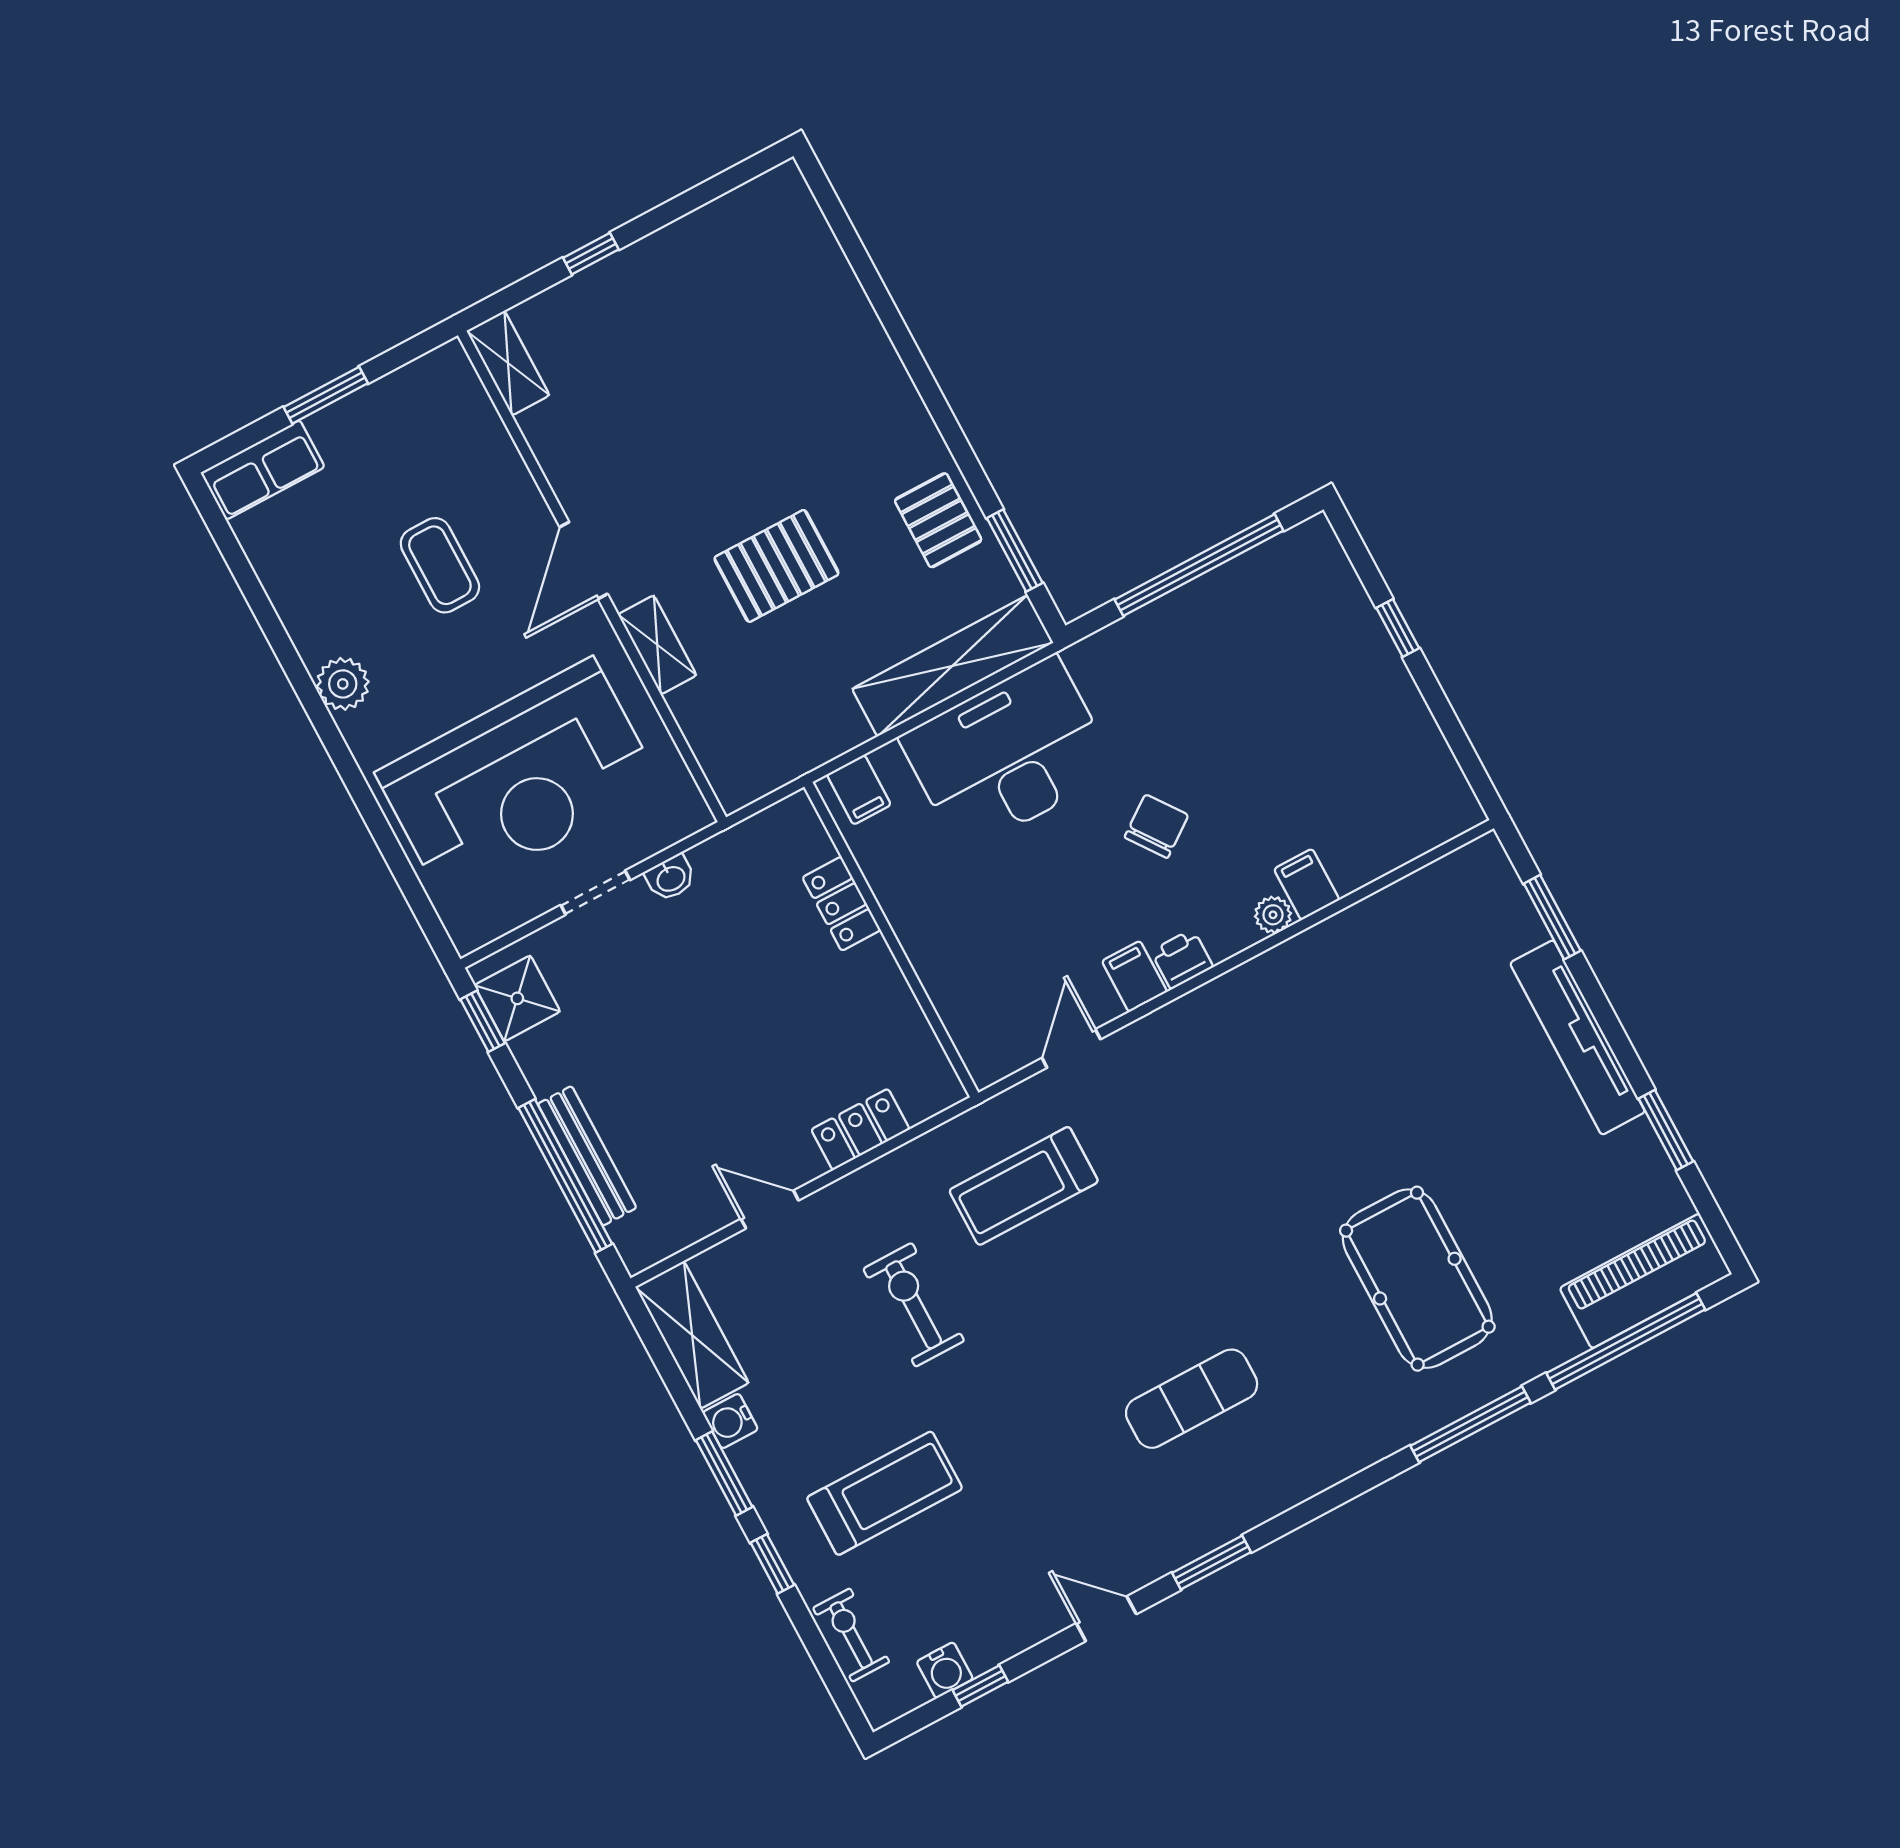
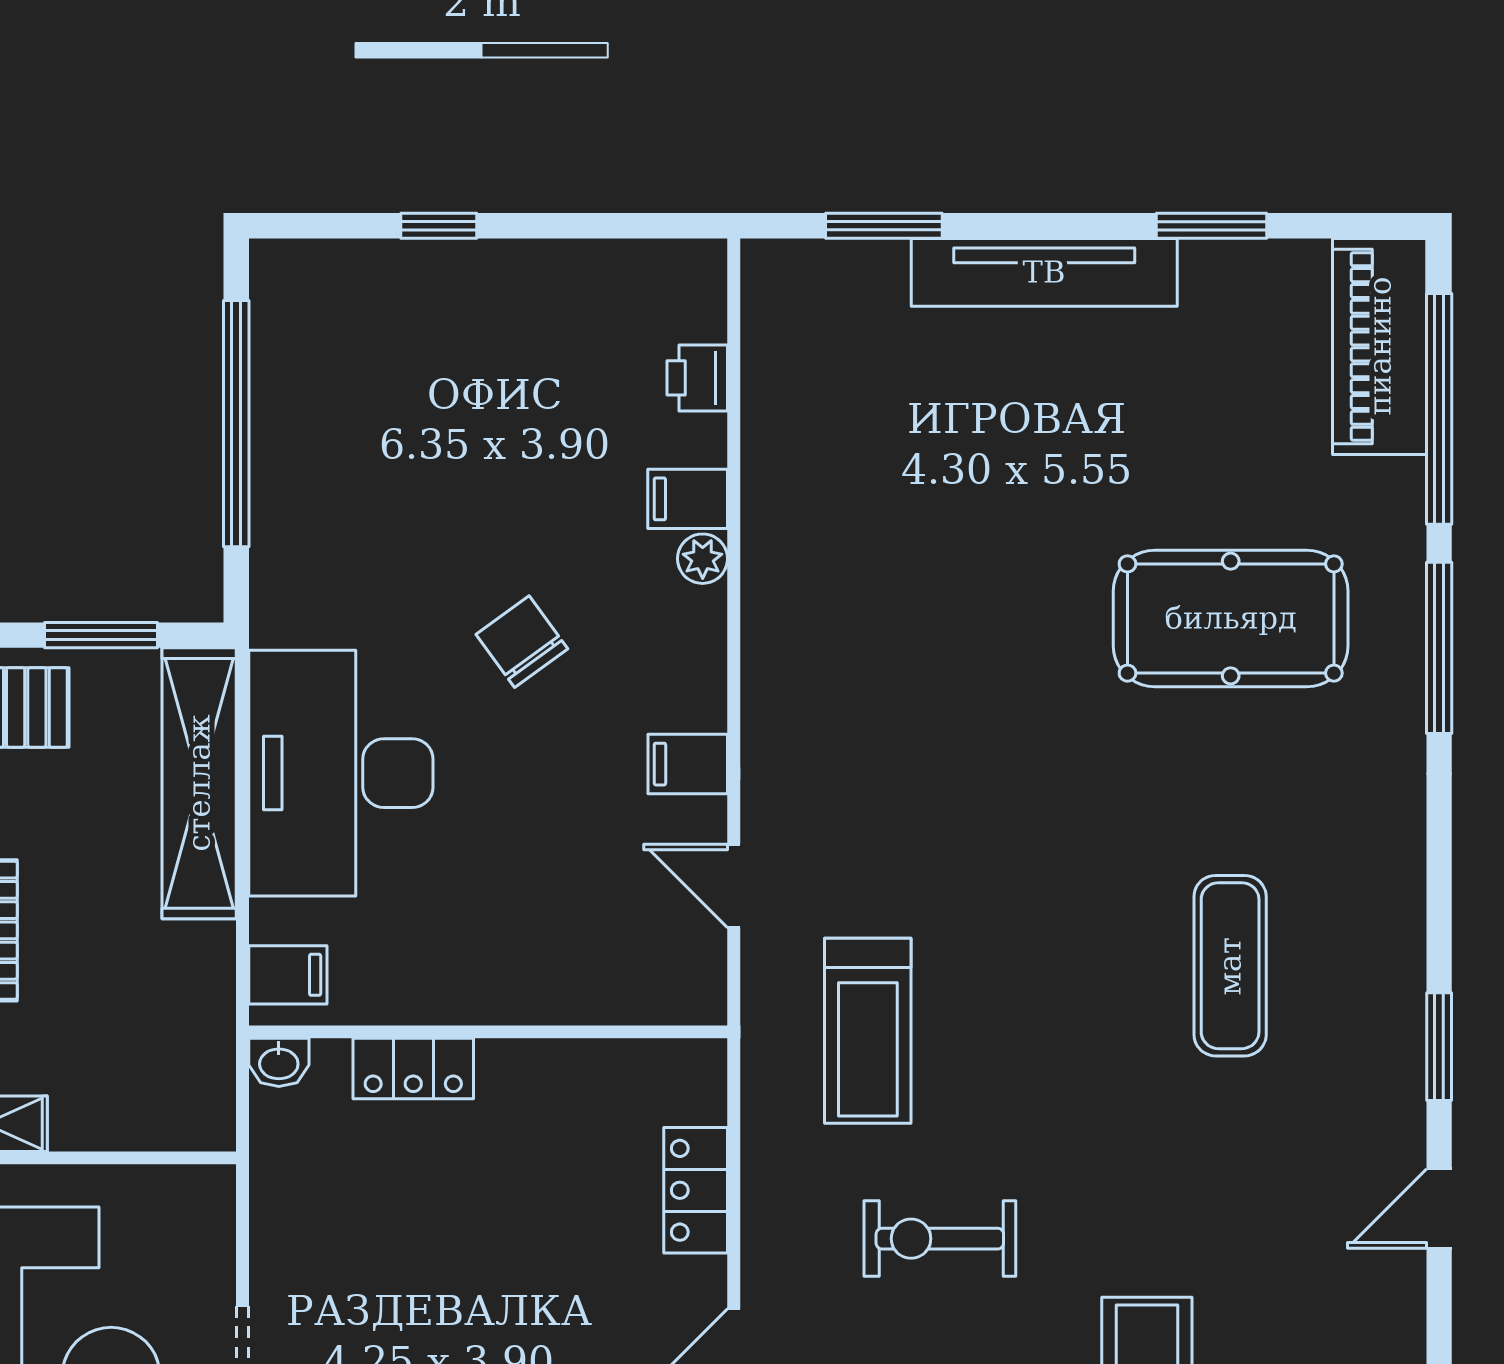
washbasin: (671, 878) -> (279, 1062), moved, turned 90
printer: (1182, 959) -> (697, 378), moved

